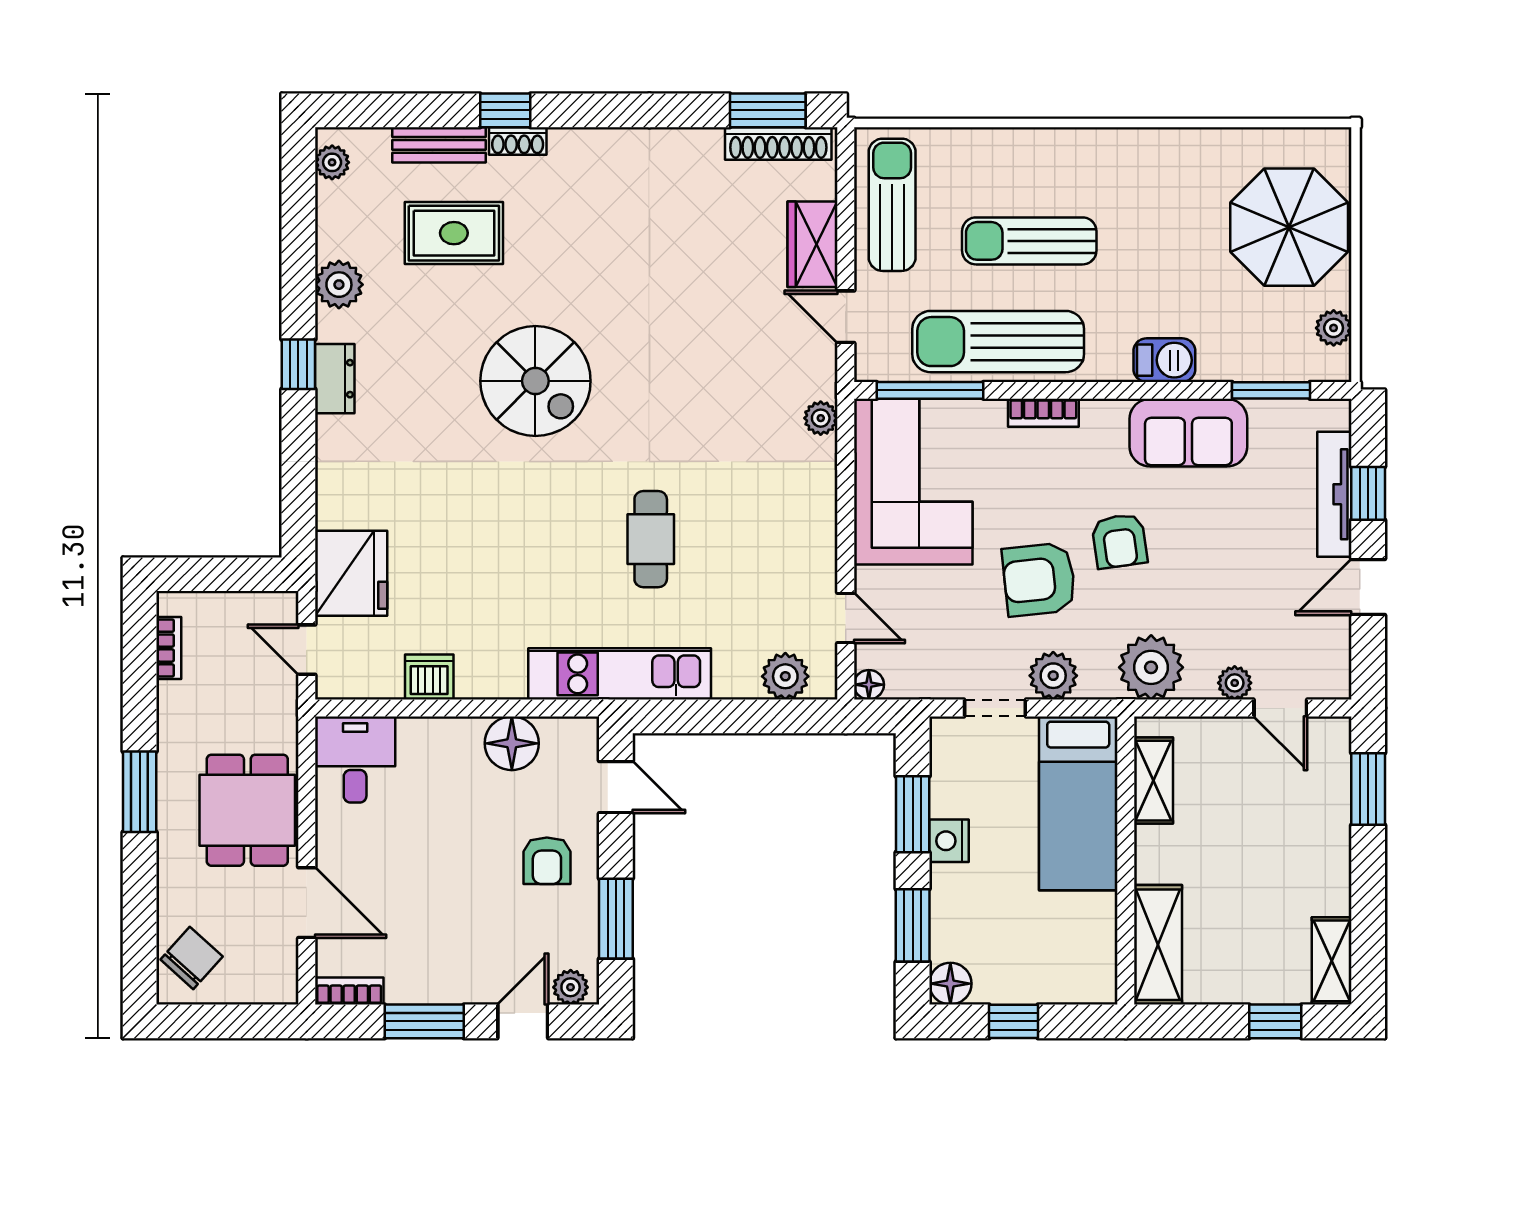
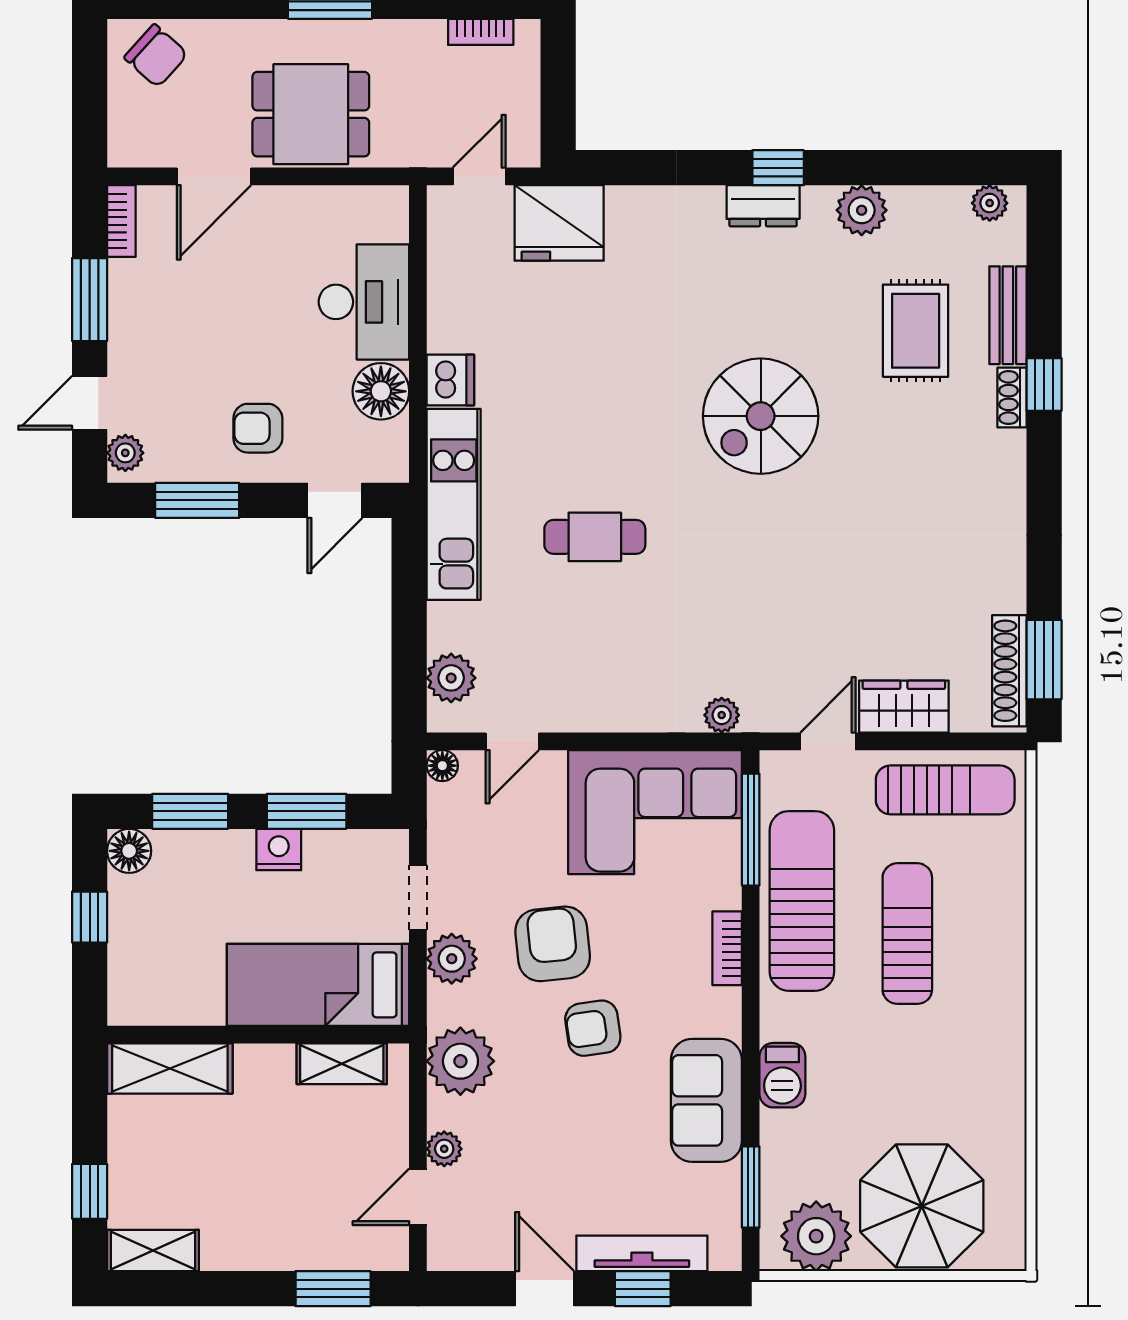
plant: (1334, 328) -> (816, 1236), width x1.87, depth x1.87
dishwasher: (429, 677) -> (450, 380), moved
desk: (355, 759) -> (364, 302), moved, width x1.37
door: (523, 1021) -> (90, 403), swing flipped

